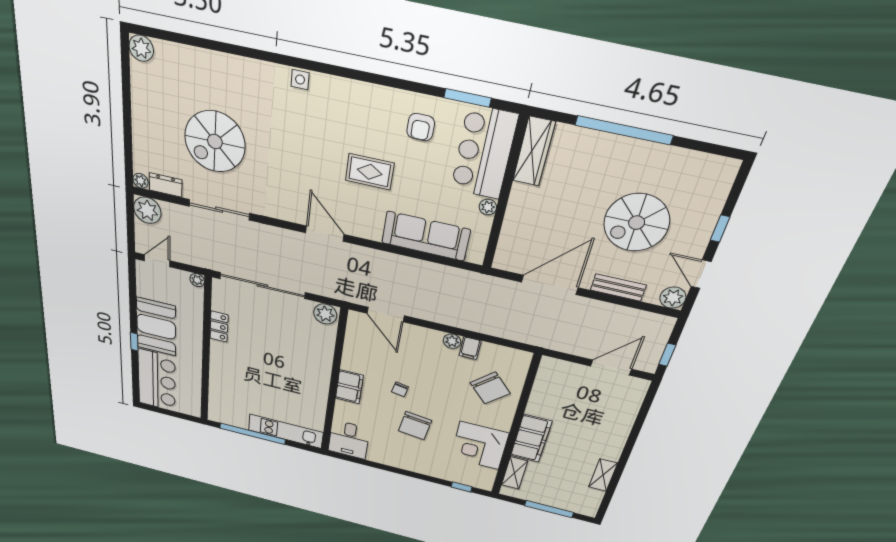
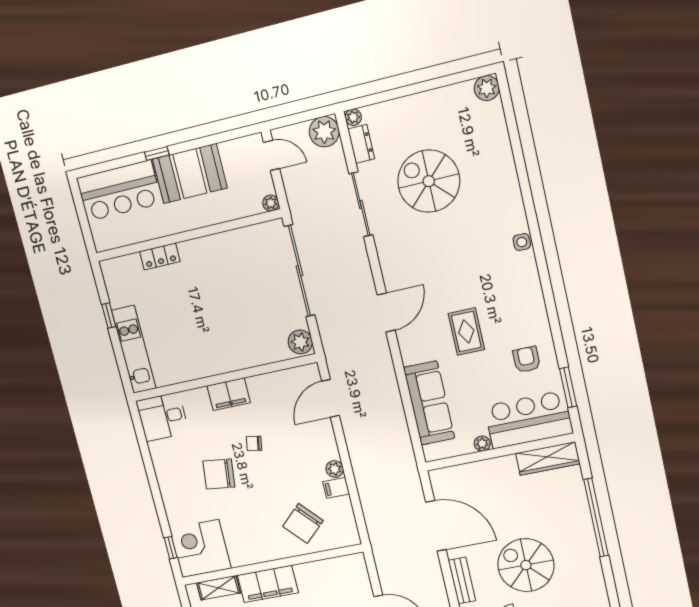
armchair: (421, 127) -> (526, 359), turned 90
locker: (219, 327) -> (160, 256), moved
window: (252, 434) -> (109, 315), width x0.32
corner desk: (480, 446) -> (200, 549), moved

